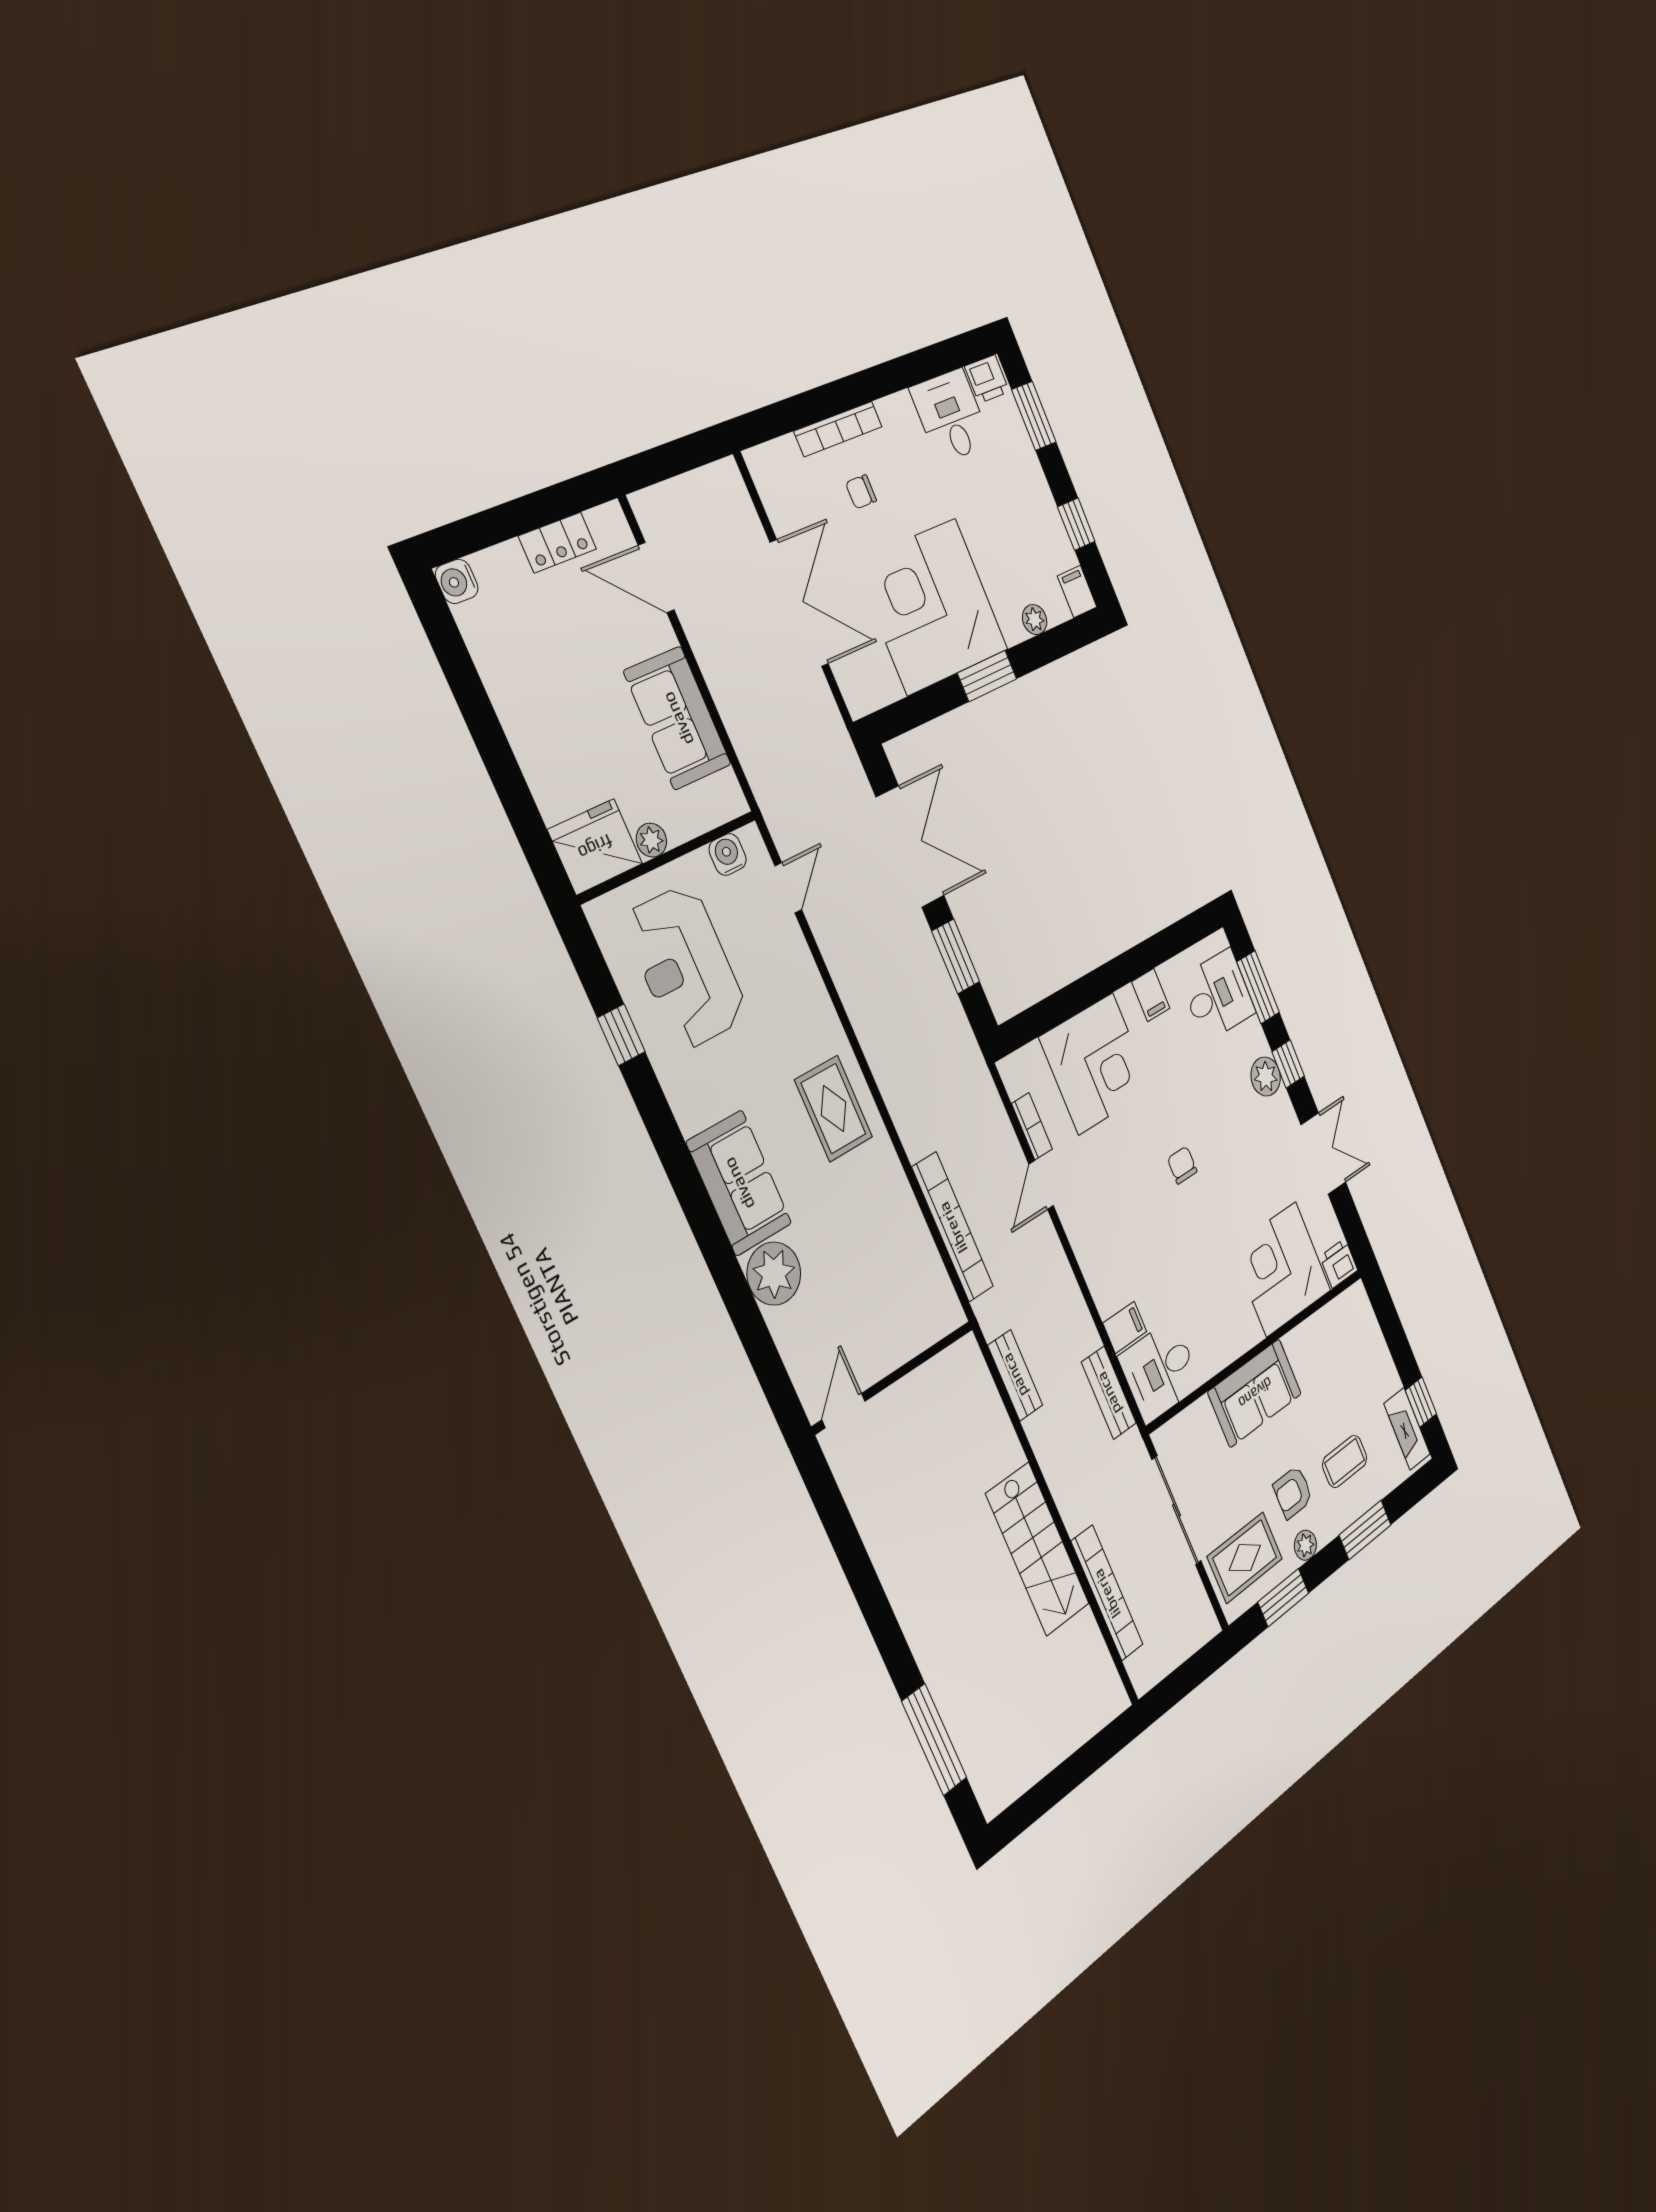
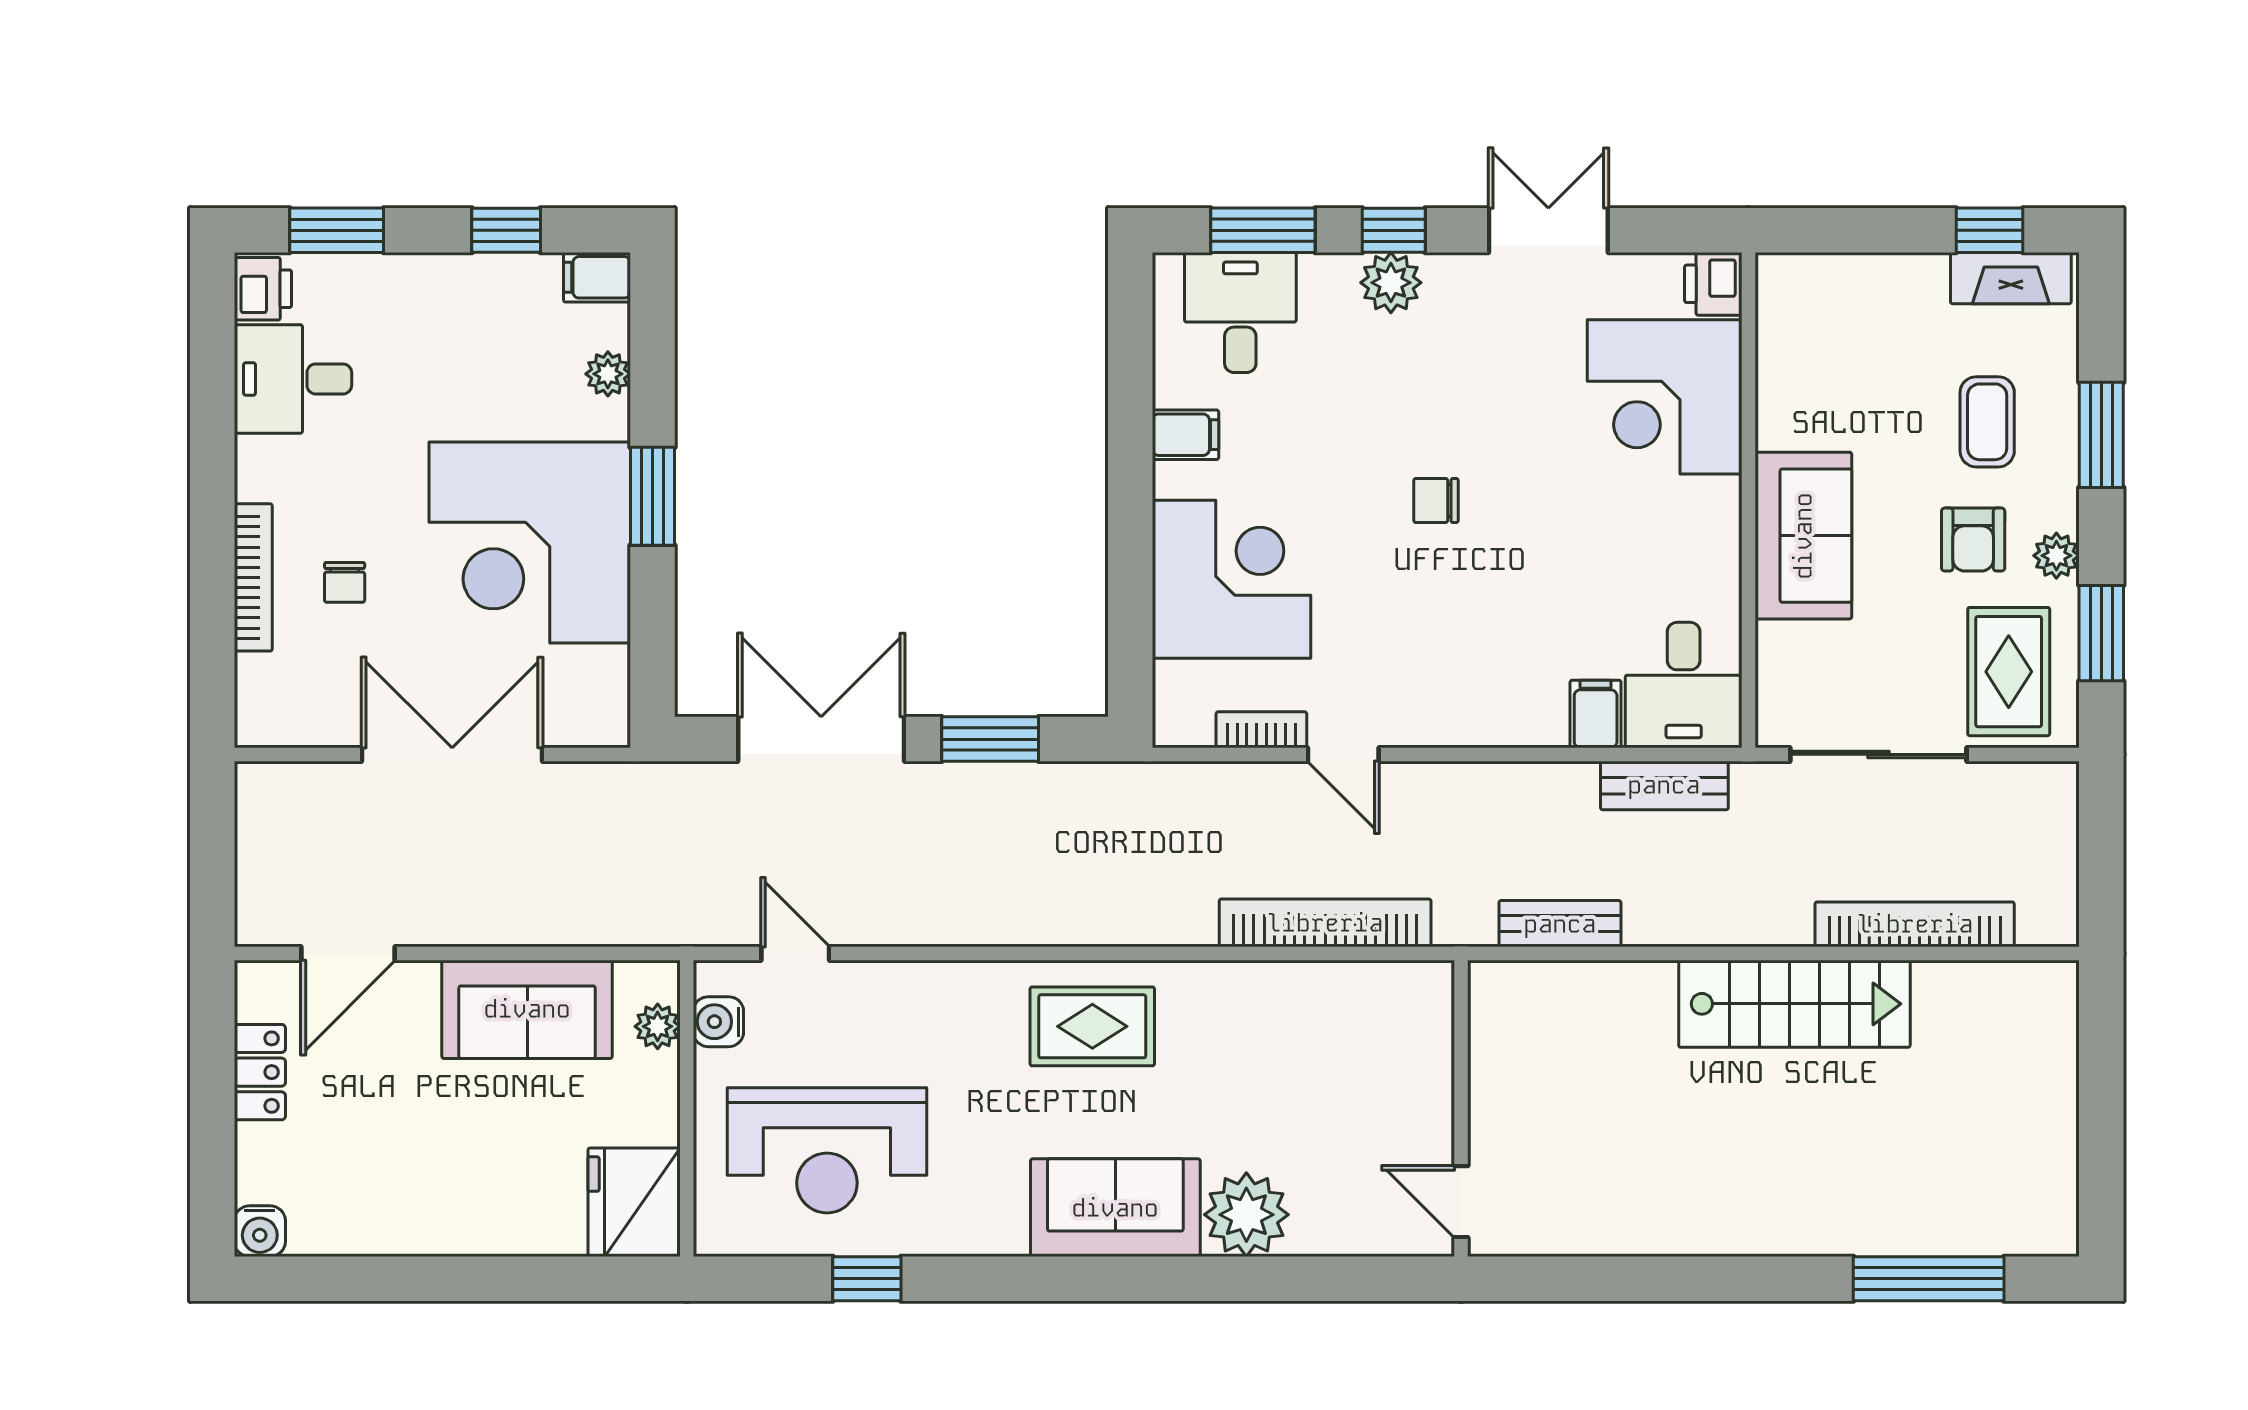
plant: (651, 840) -> (658, 1026), moved

